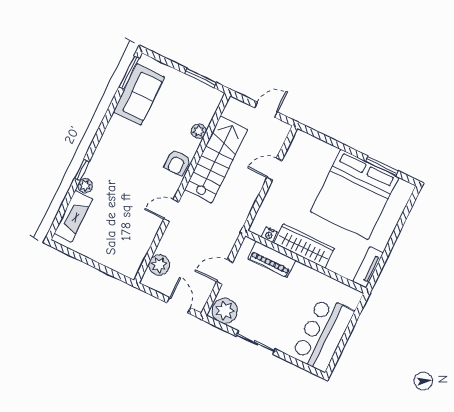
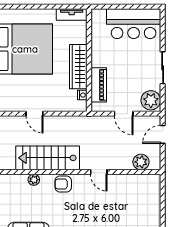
armchair: (177, 163) -> (63, 184), turned 180

